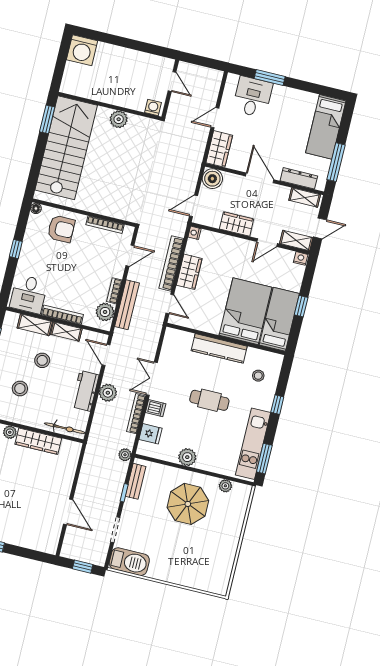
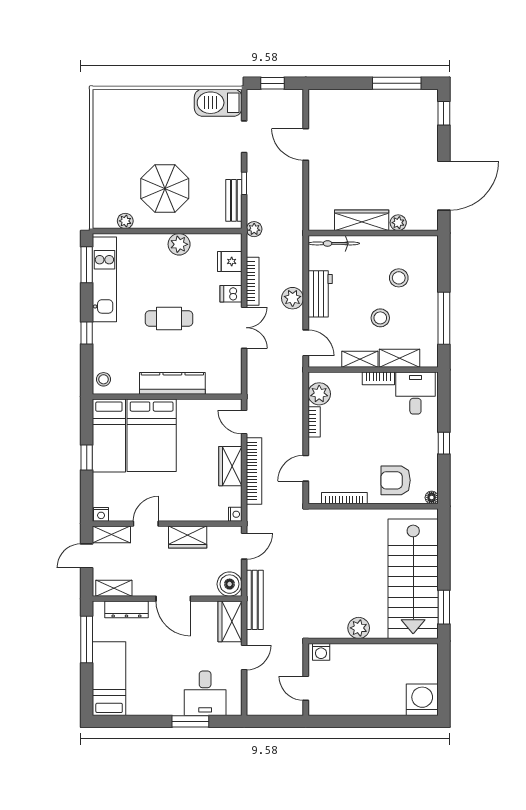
bench: (127, 305) -> (255, 600), moved
bookcase: (62, 315) -> (378, 378), width x0.64
stool: (258, 376) -> (104, 379), moved

